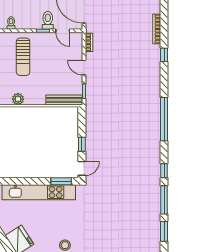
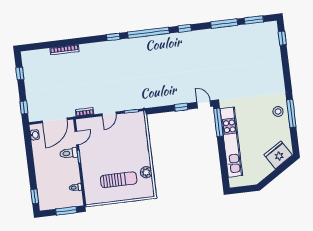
window: (164, 55) -> (113, 37), moved
sun lounger: (23, 57) -> (119, 180), moved
bench: (64, 100) -> (142, 129), removed
window: (164, 171) -> (185, 28), moved
window: (61, 181) -> (218, 122), width x1.44

